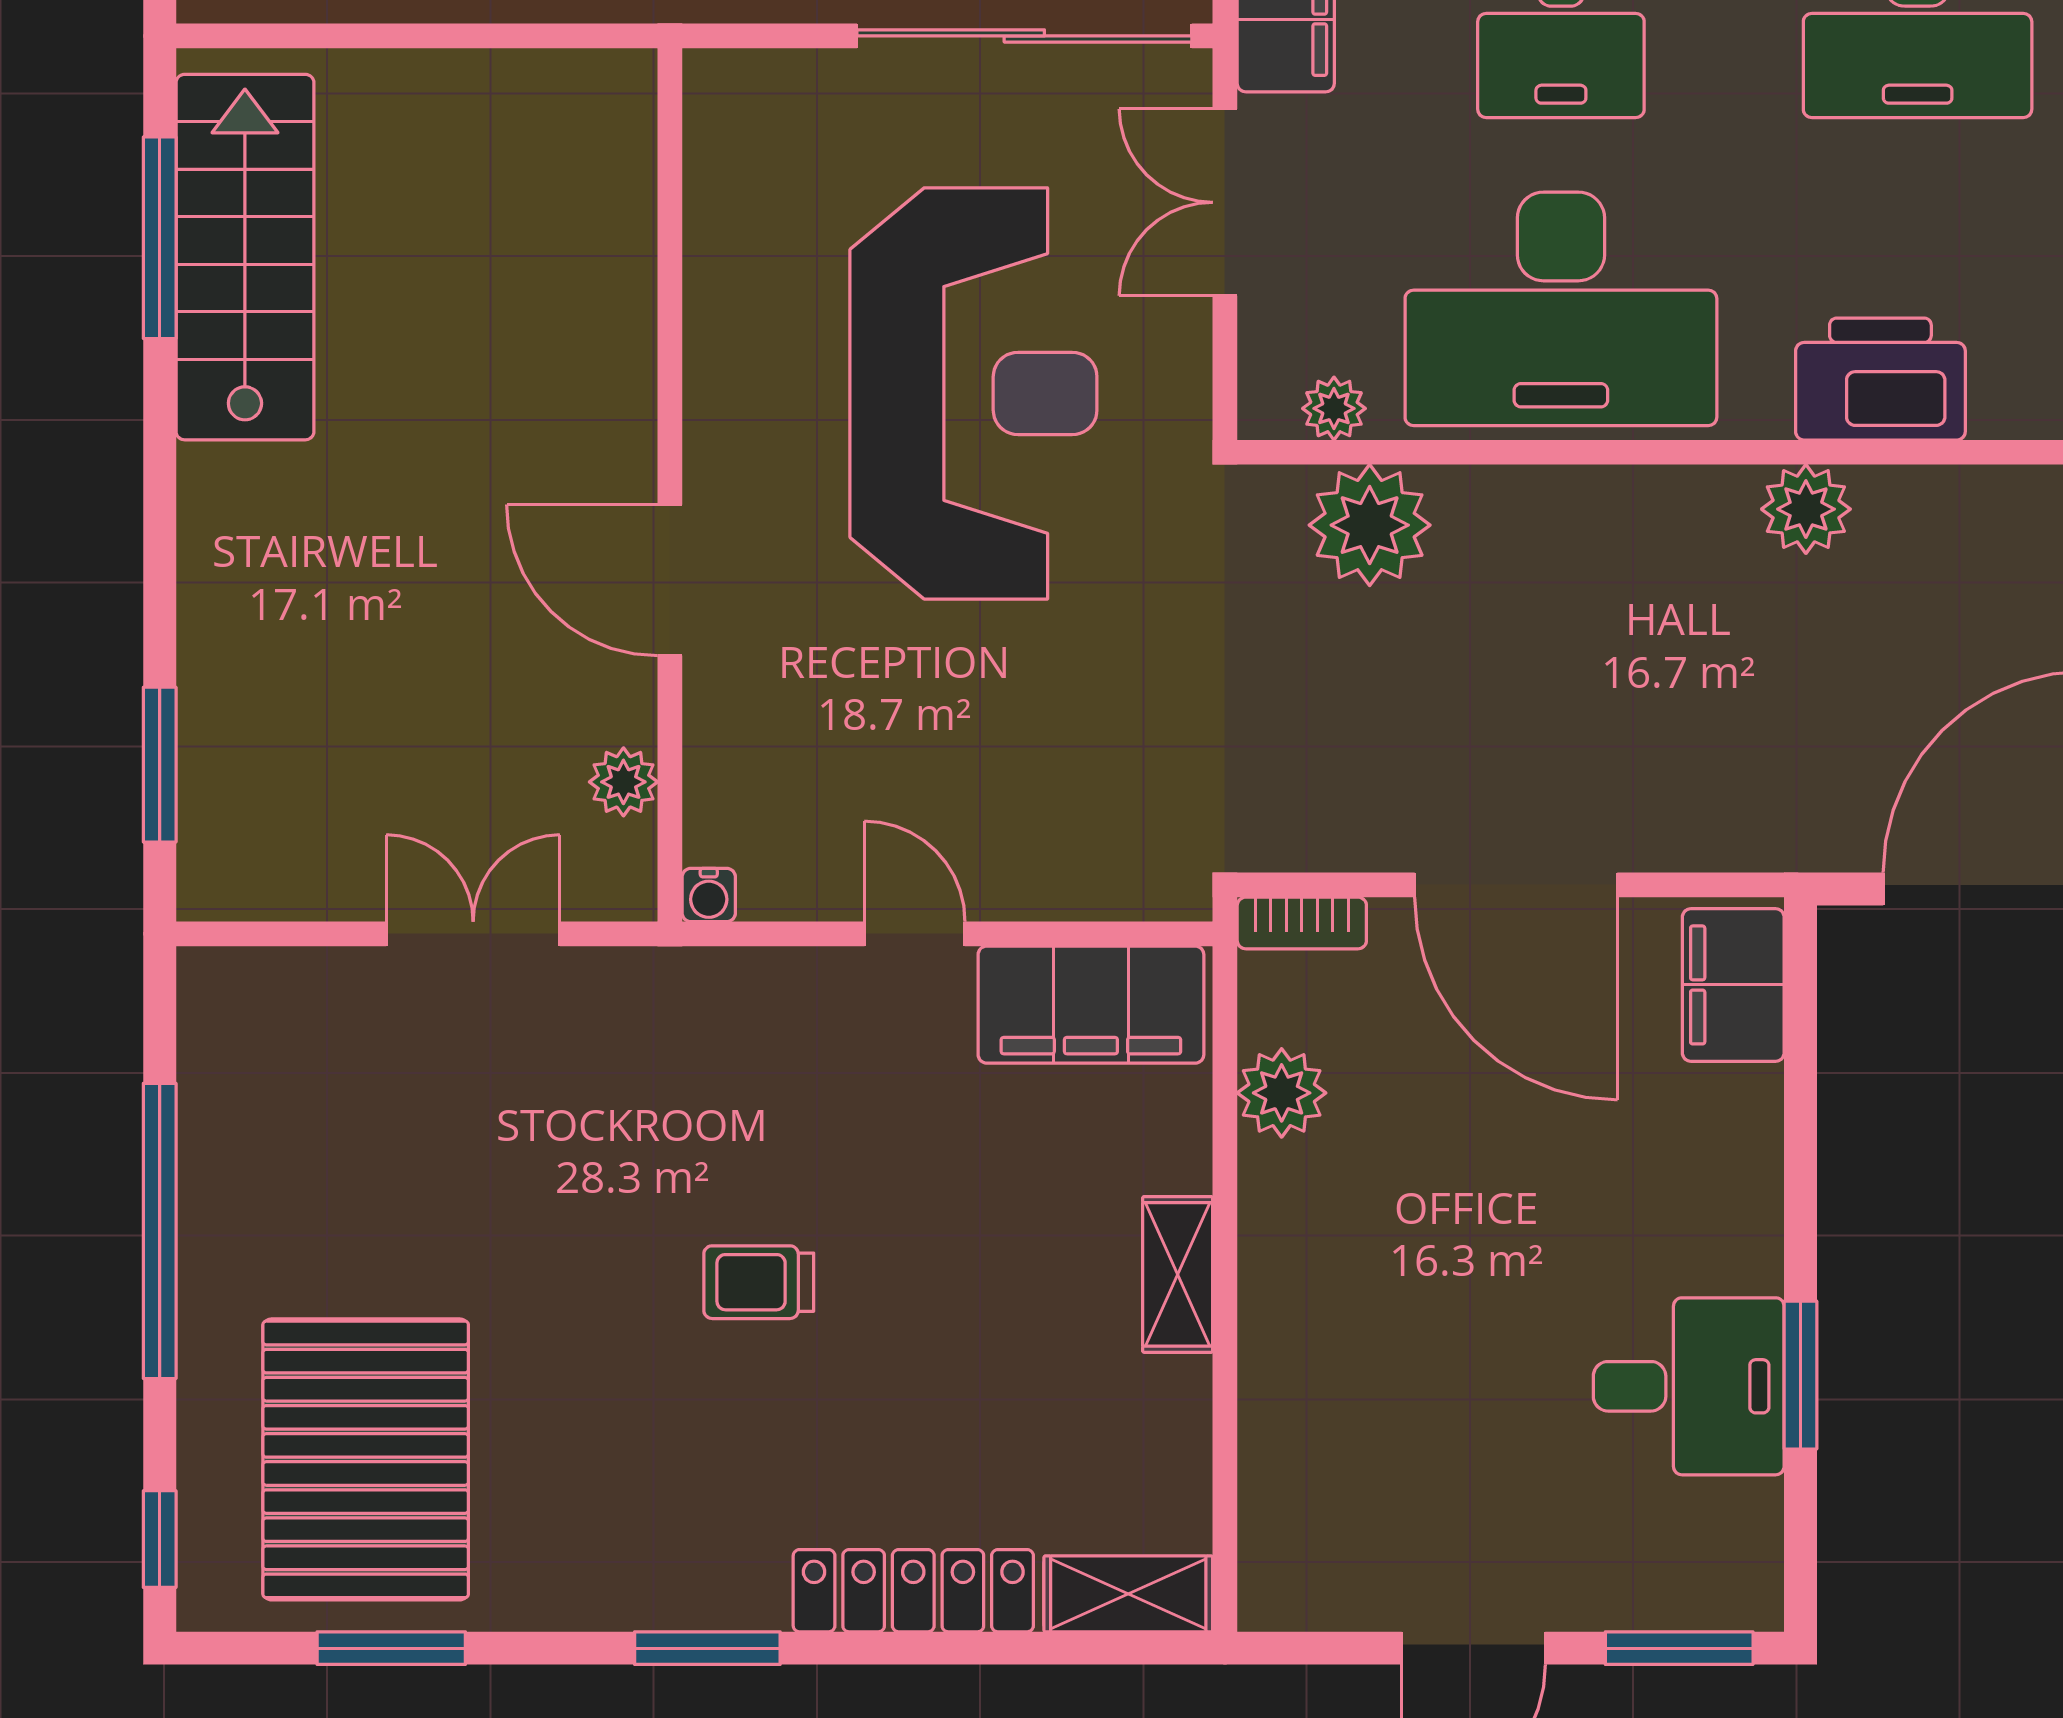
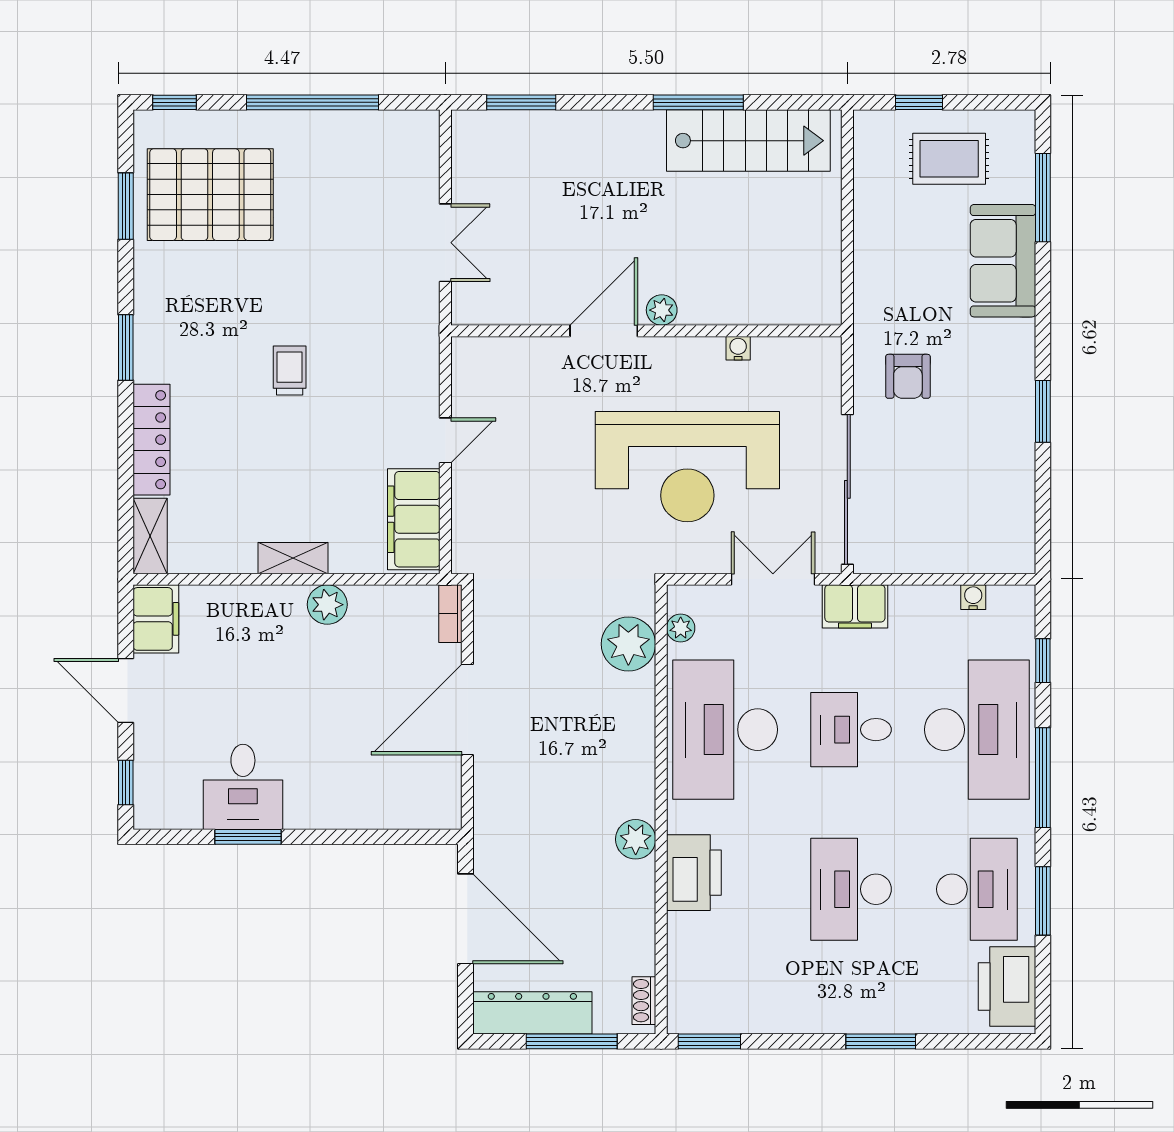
window: (160, 238) -> (698, 102), moved
plant: (623, 782) -> (662, 310), moved
water cooler: (709, 895) -> (738, 348), moved, turned 90
filing cabinet: (1733, 985) -> (156, 619), moved, turned 90
plant: (1282, 1093) -> (327, 605), moved
window: (1679, 1648) -> (126, 783), width x0.67

